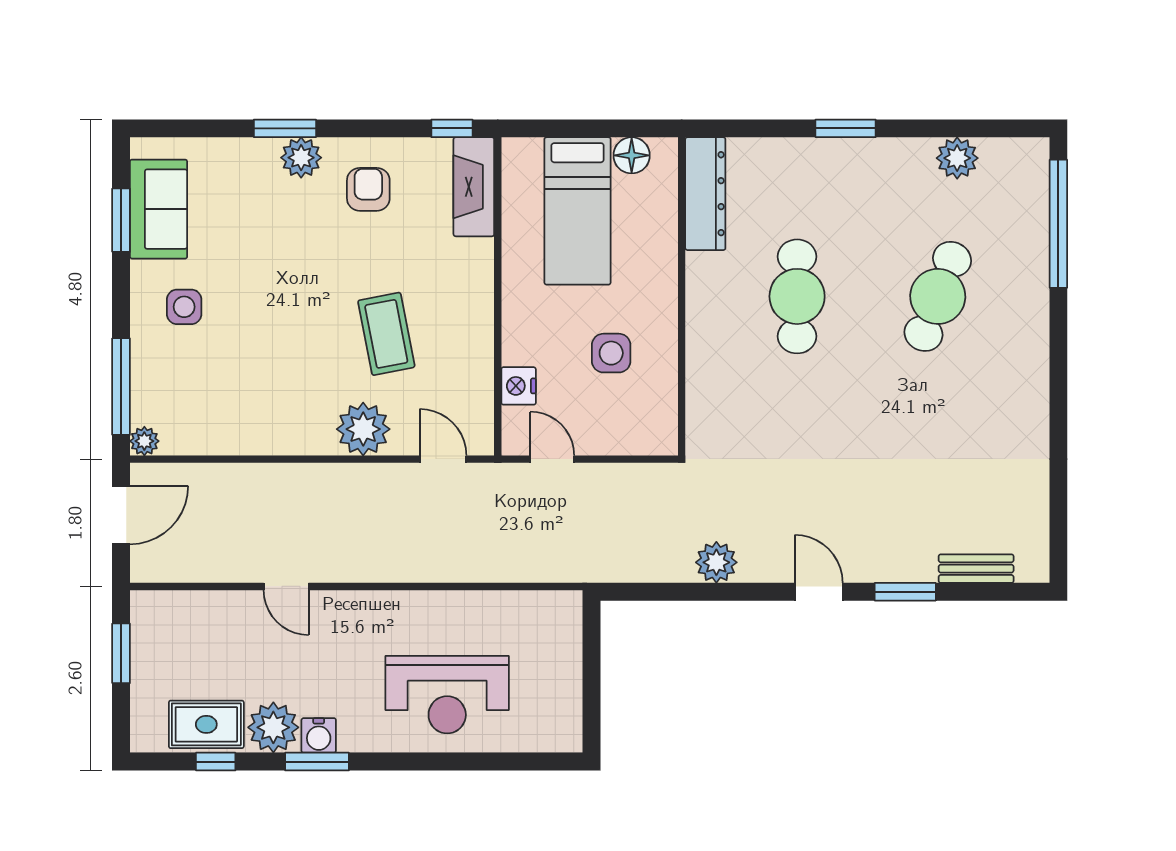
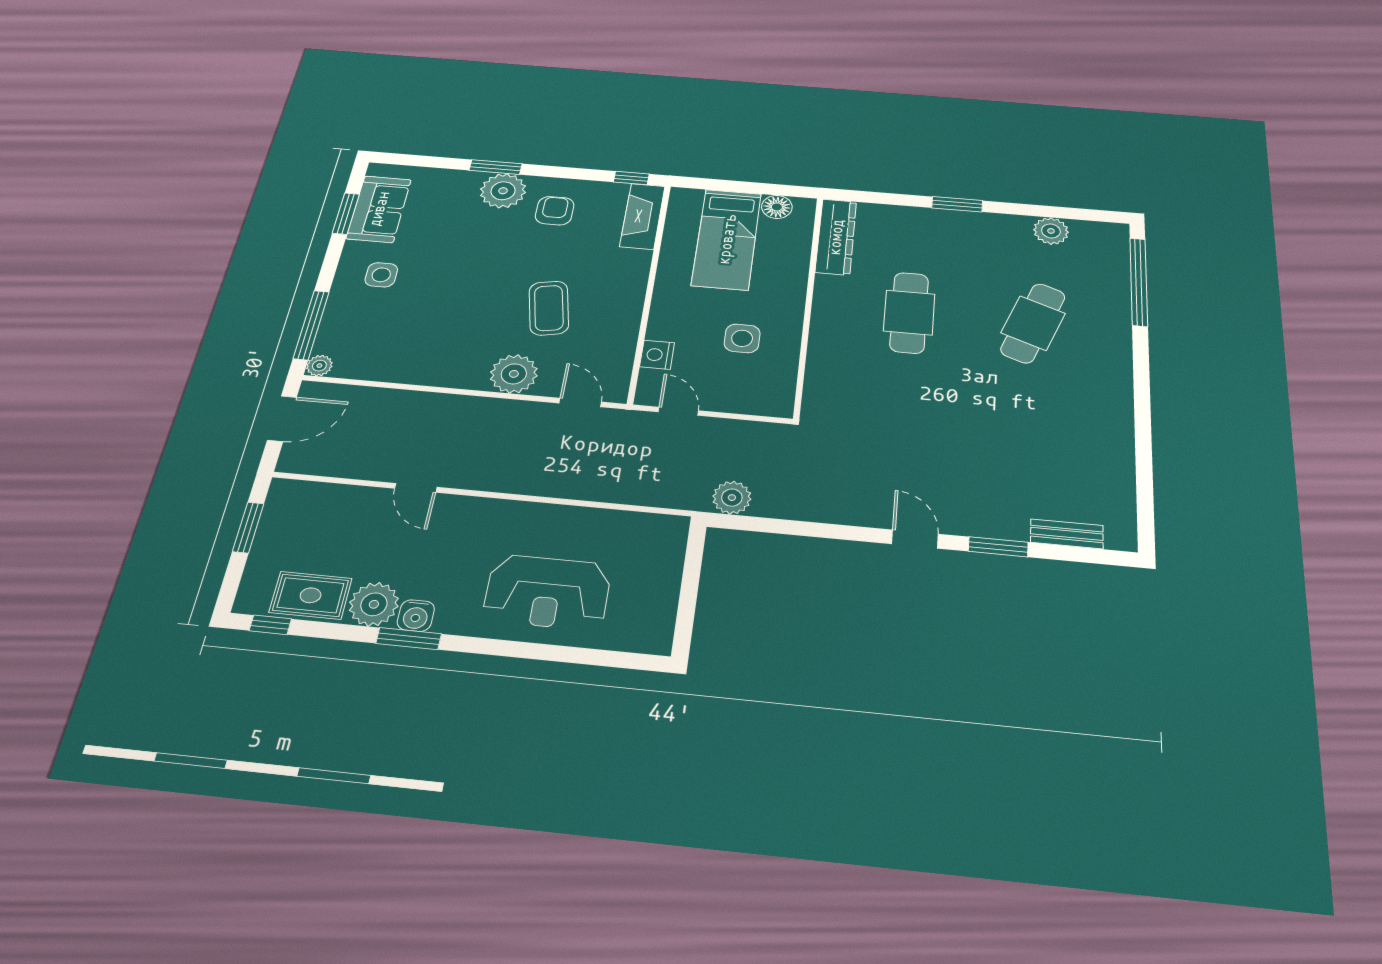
plant: (301, 158) -> (503, 191), width x1.36, depth x1.36
plant: (716, 562) -> (732, 498), moved
window: (216, 762) -> (270, 625), moved

